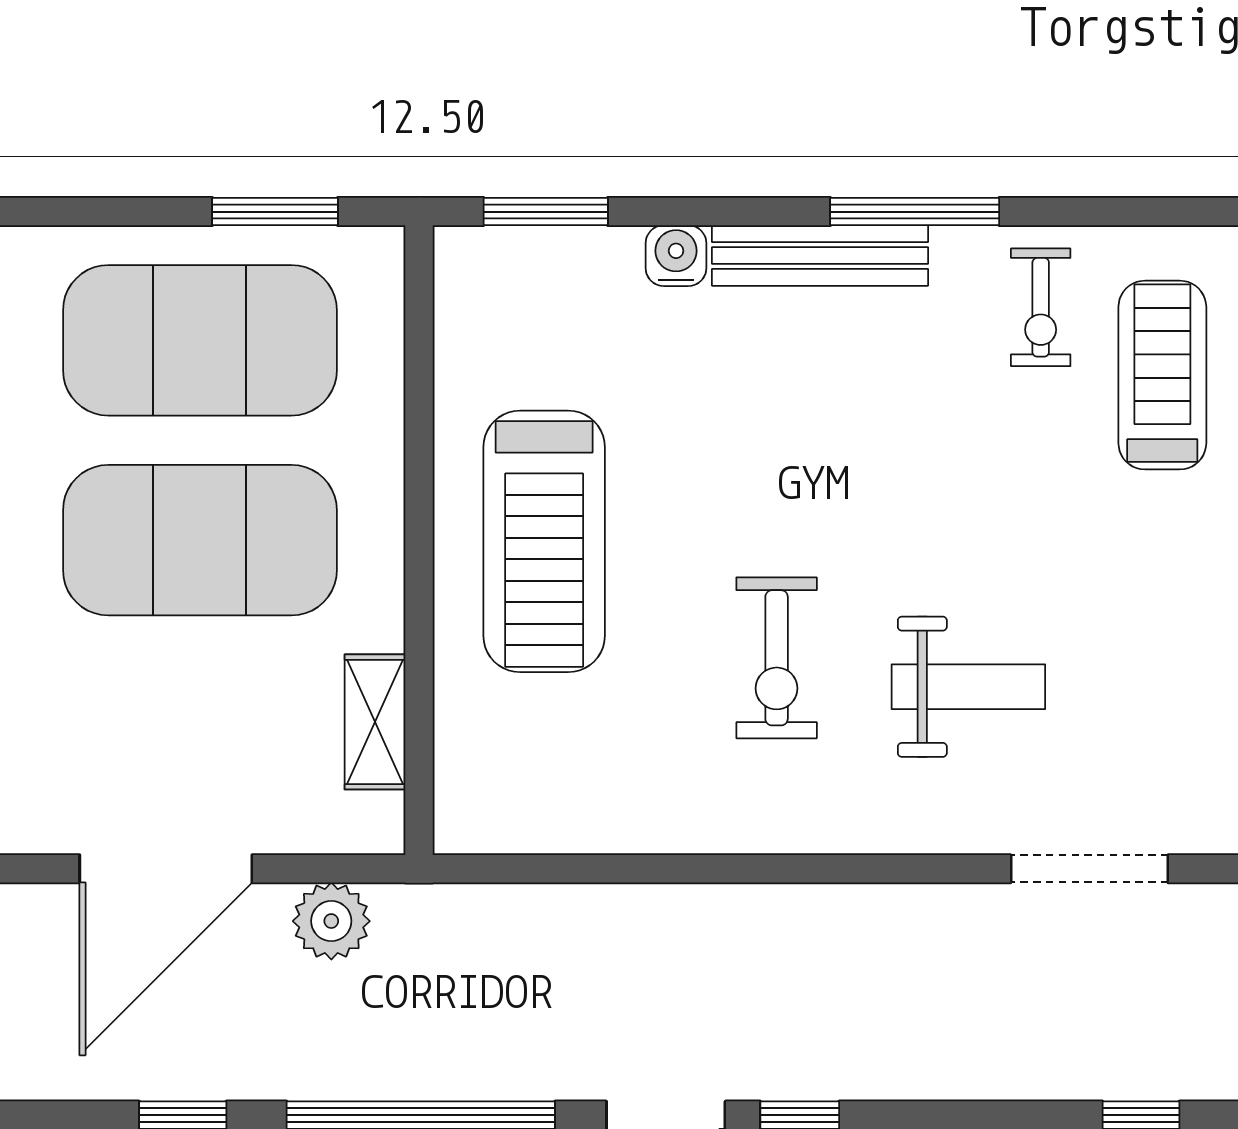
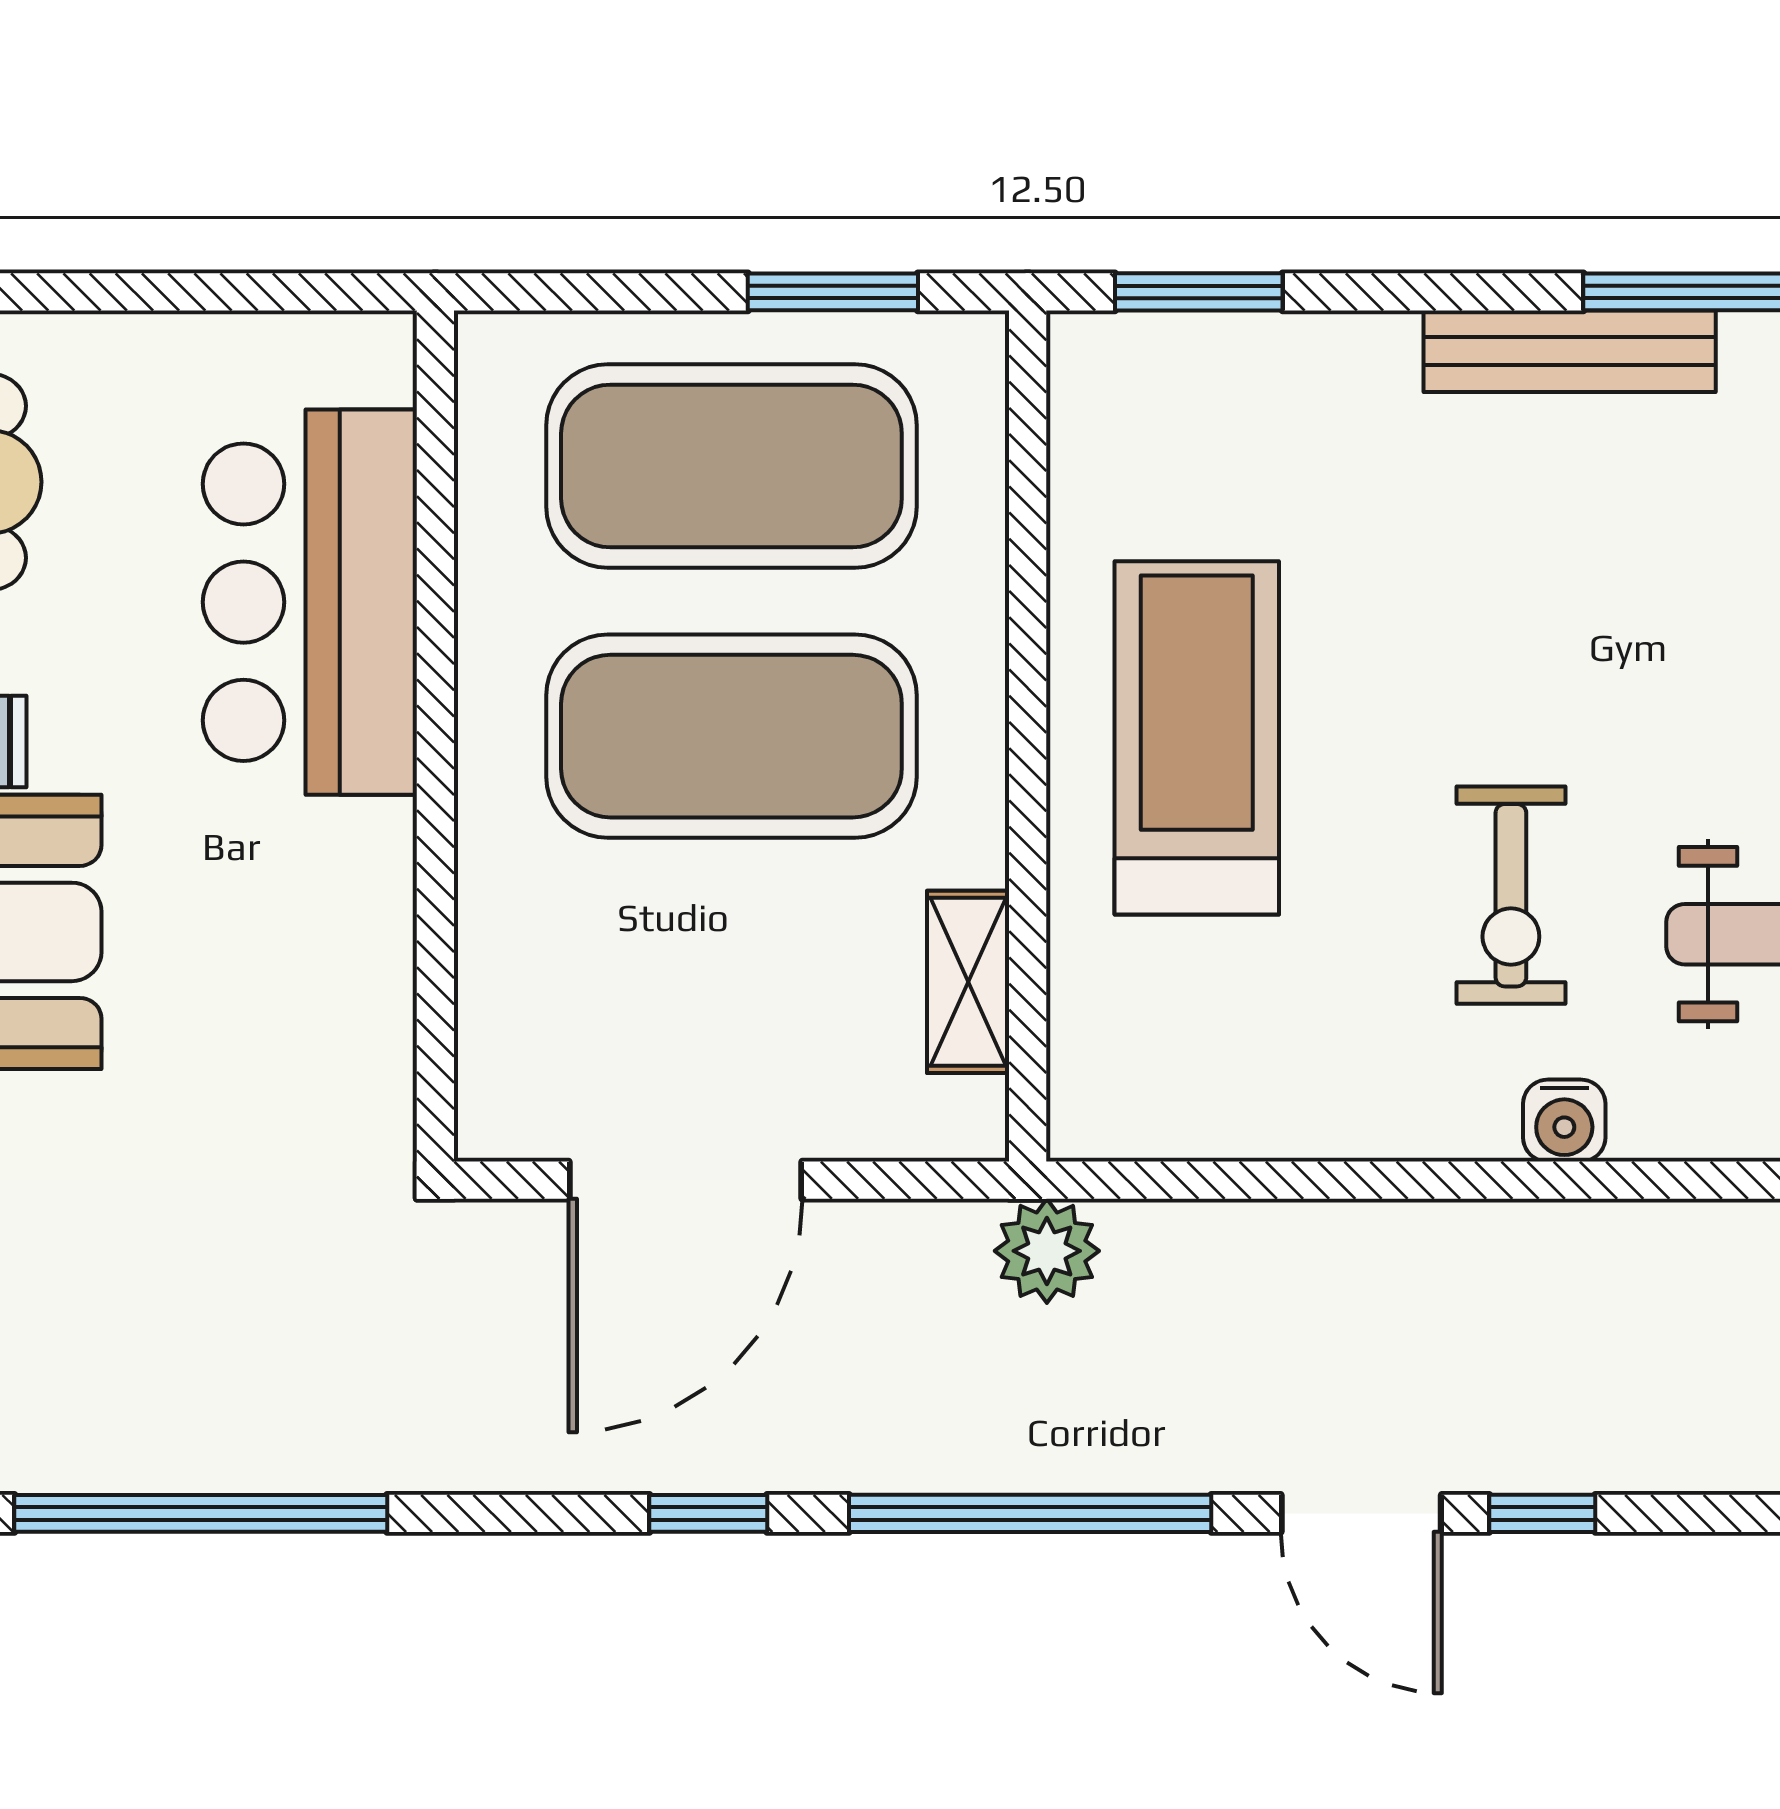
water cooler: (676, 256) -> (1564, 1121), moved, turned 180
treadmill: (544, 541) -> (1197, 738), turned 180
plant: (331, 921) -> (1047, 1251), moved

